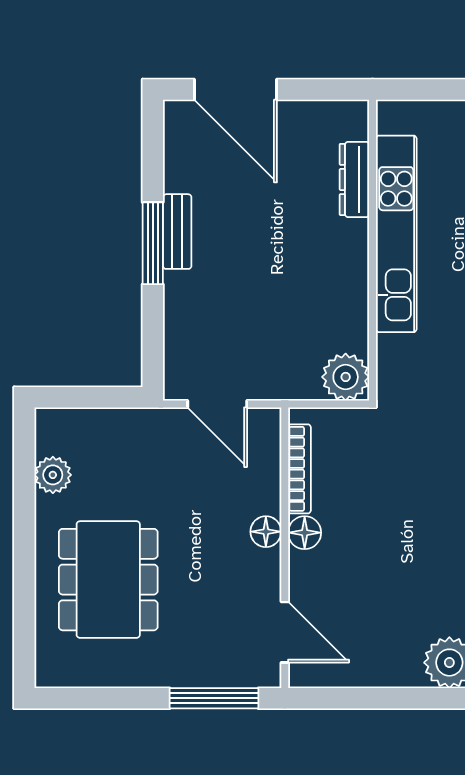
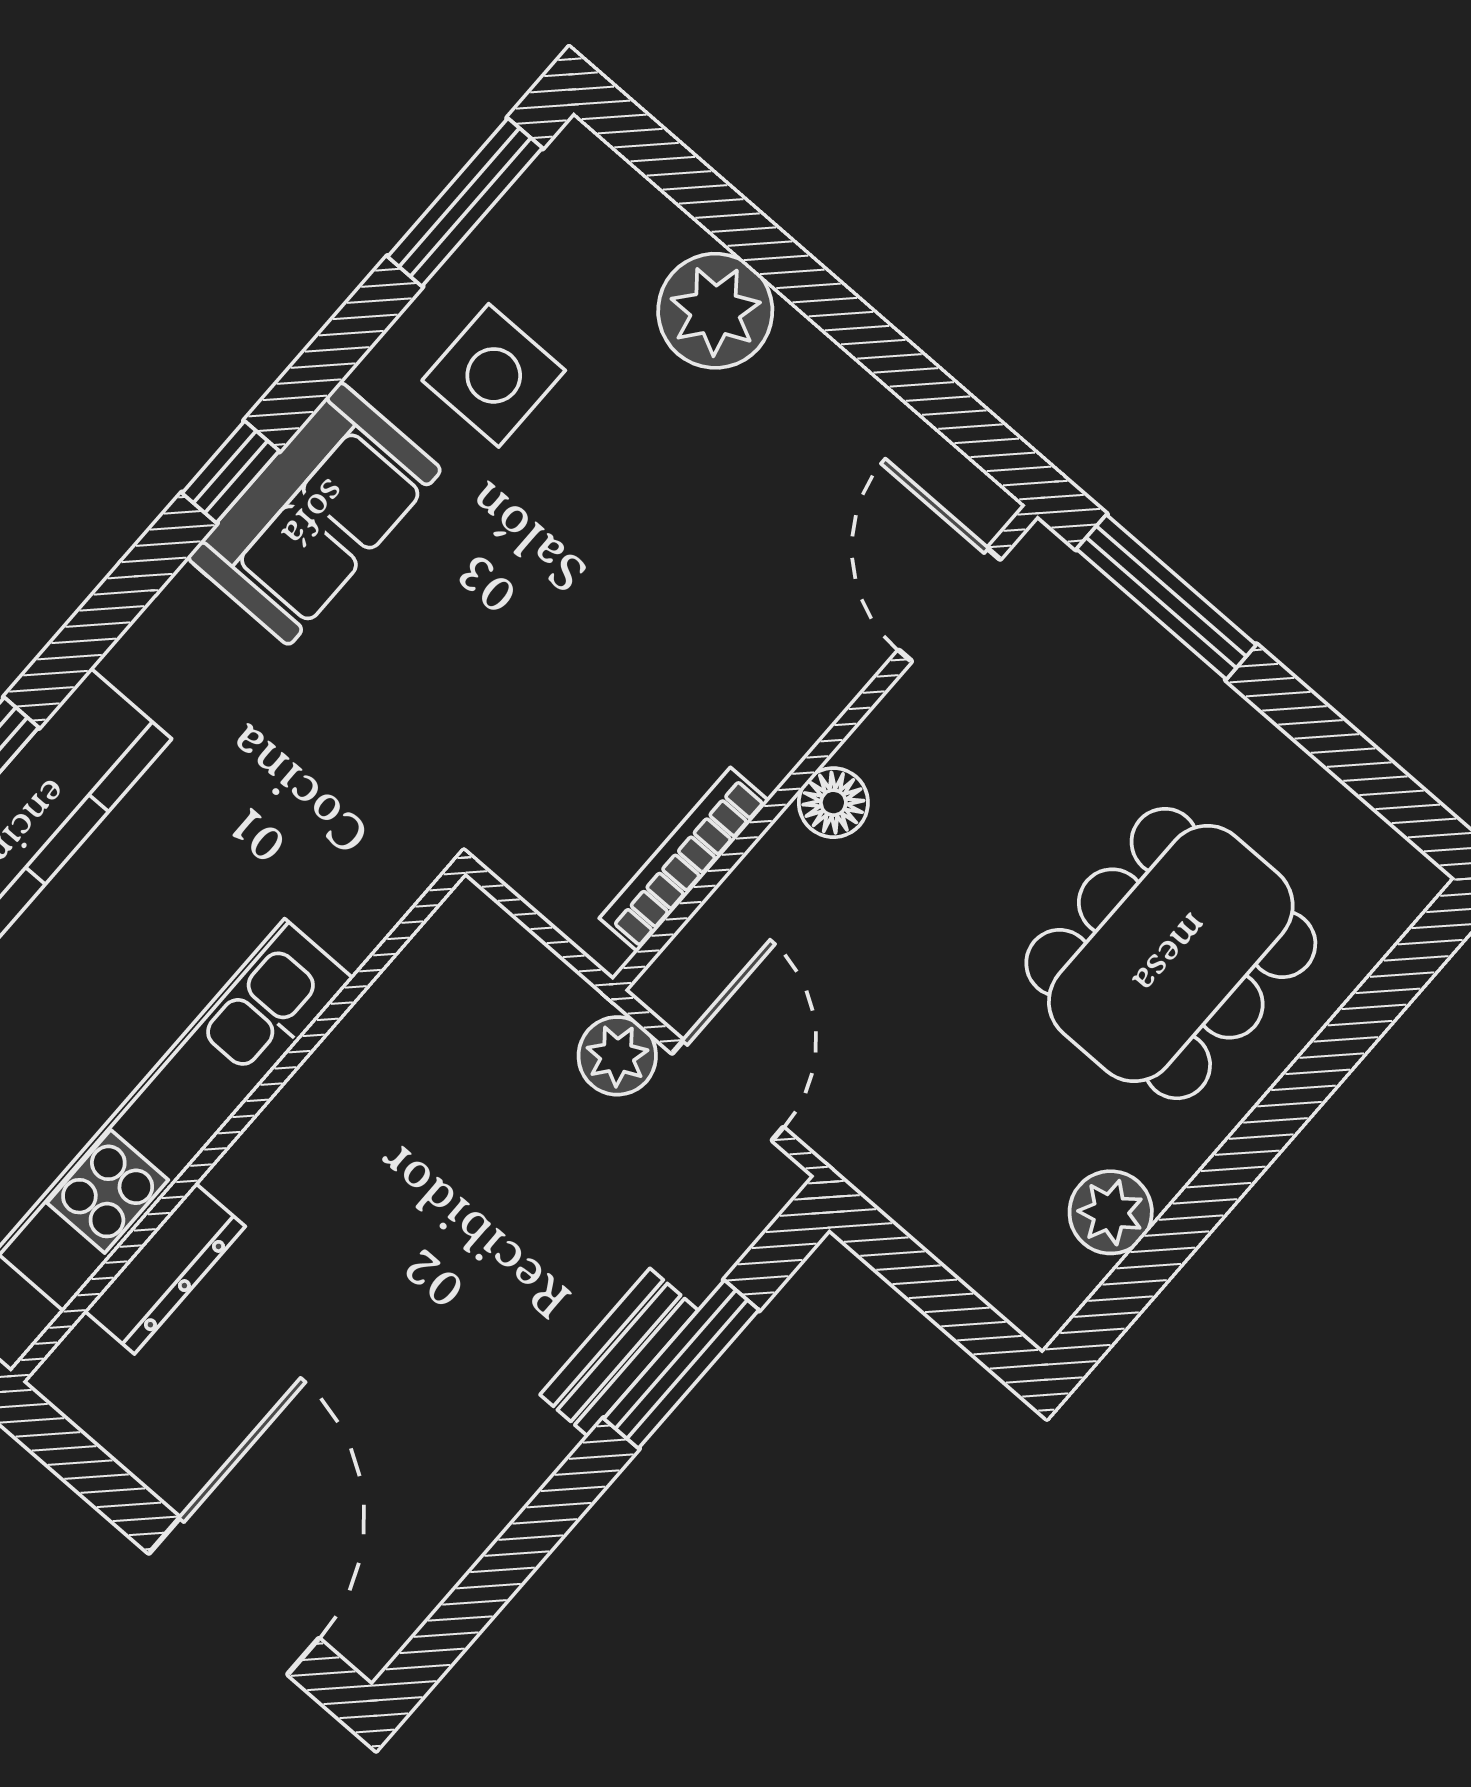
bench: (177, 232) -> (619, 1352), moved
window: (153, 243) -> (681, 1364), moved
plant: (346, 377) -> (617, 1056), moved, width x0.73, depth x0.73
floor lamp: (305, 533) -> (769, 744), removed

